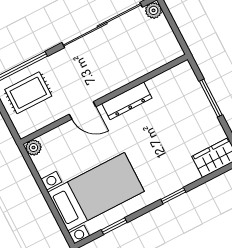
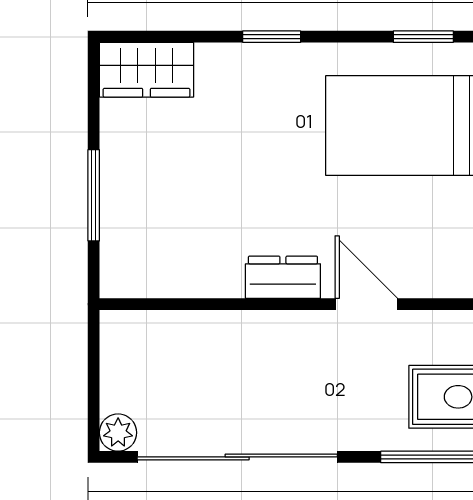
dresser: (127, 101) -> (283, 277), width x0.70

